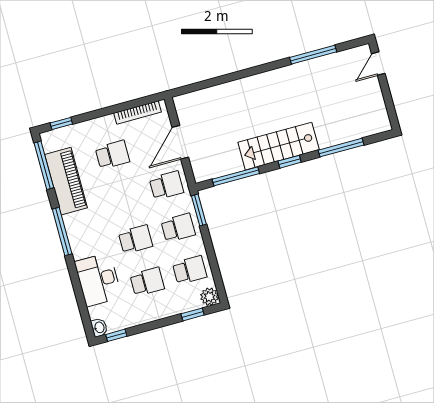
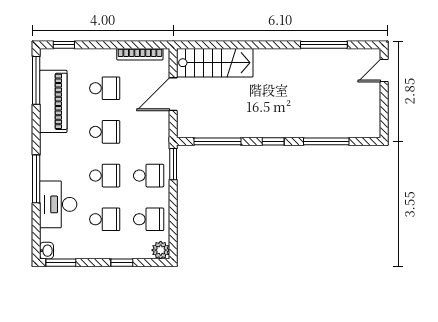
stairs: (279, 146) -> (215, 63), moved, turned 180
school desk: (166, 185) -> (105, 132), moved
window: (62, 232) -> (36, 179), moved
window: (193, 314) -> (122, 263), moved
window: (116, 335) -> (61, 263), width x1.50

